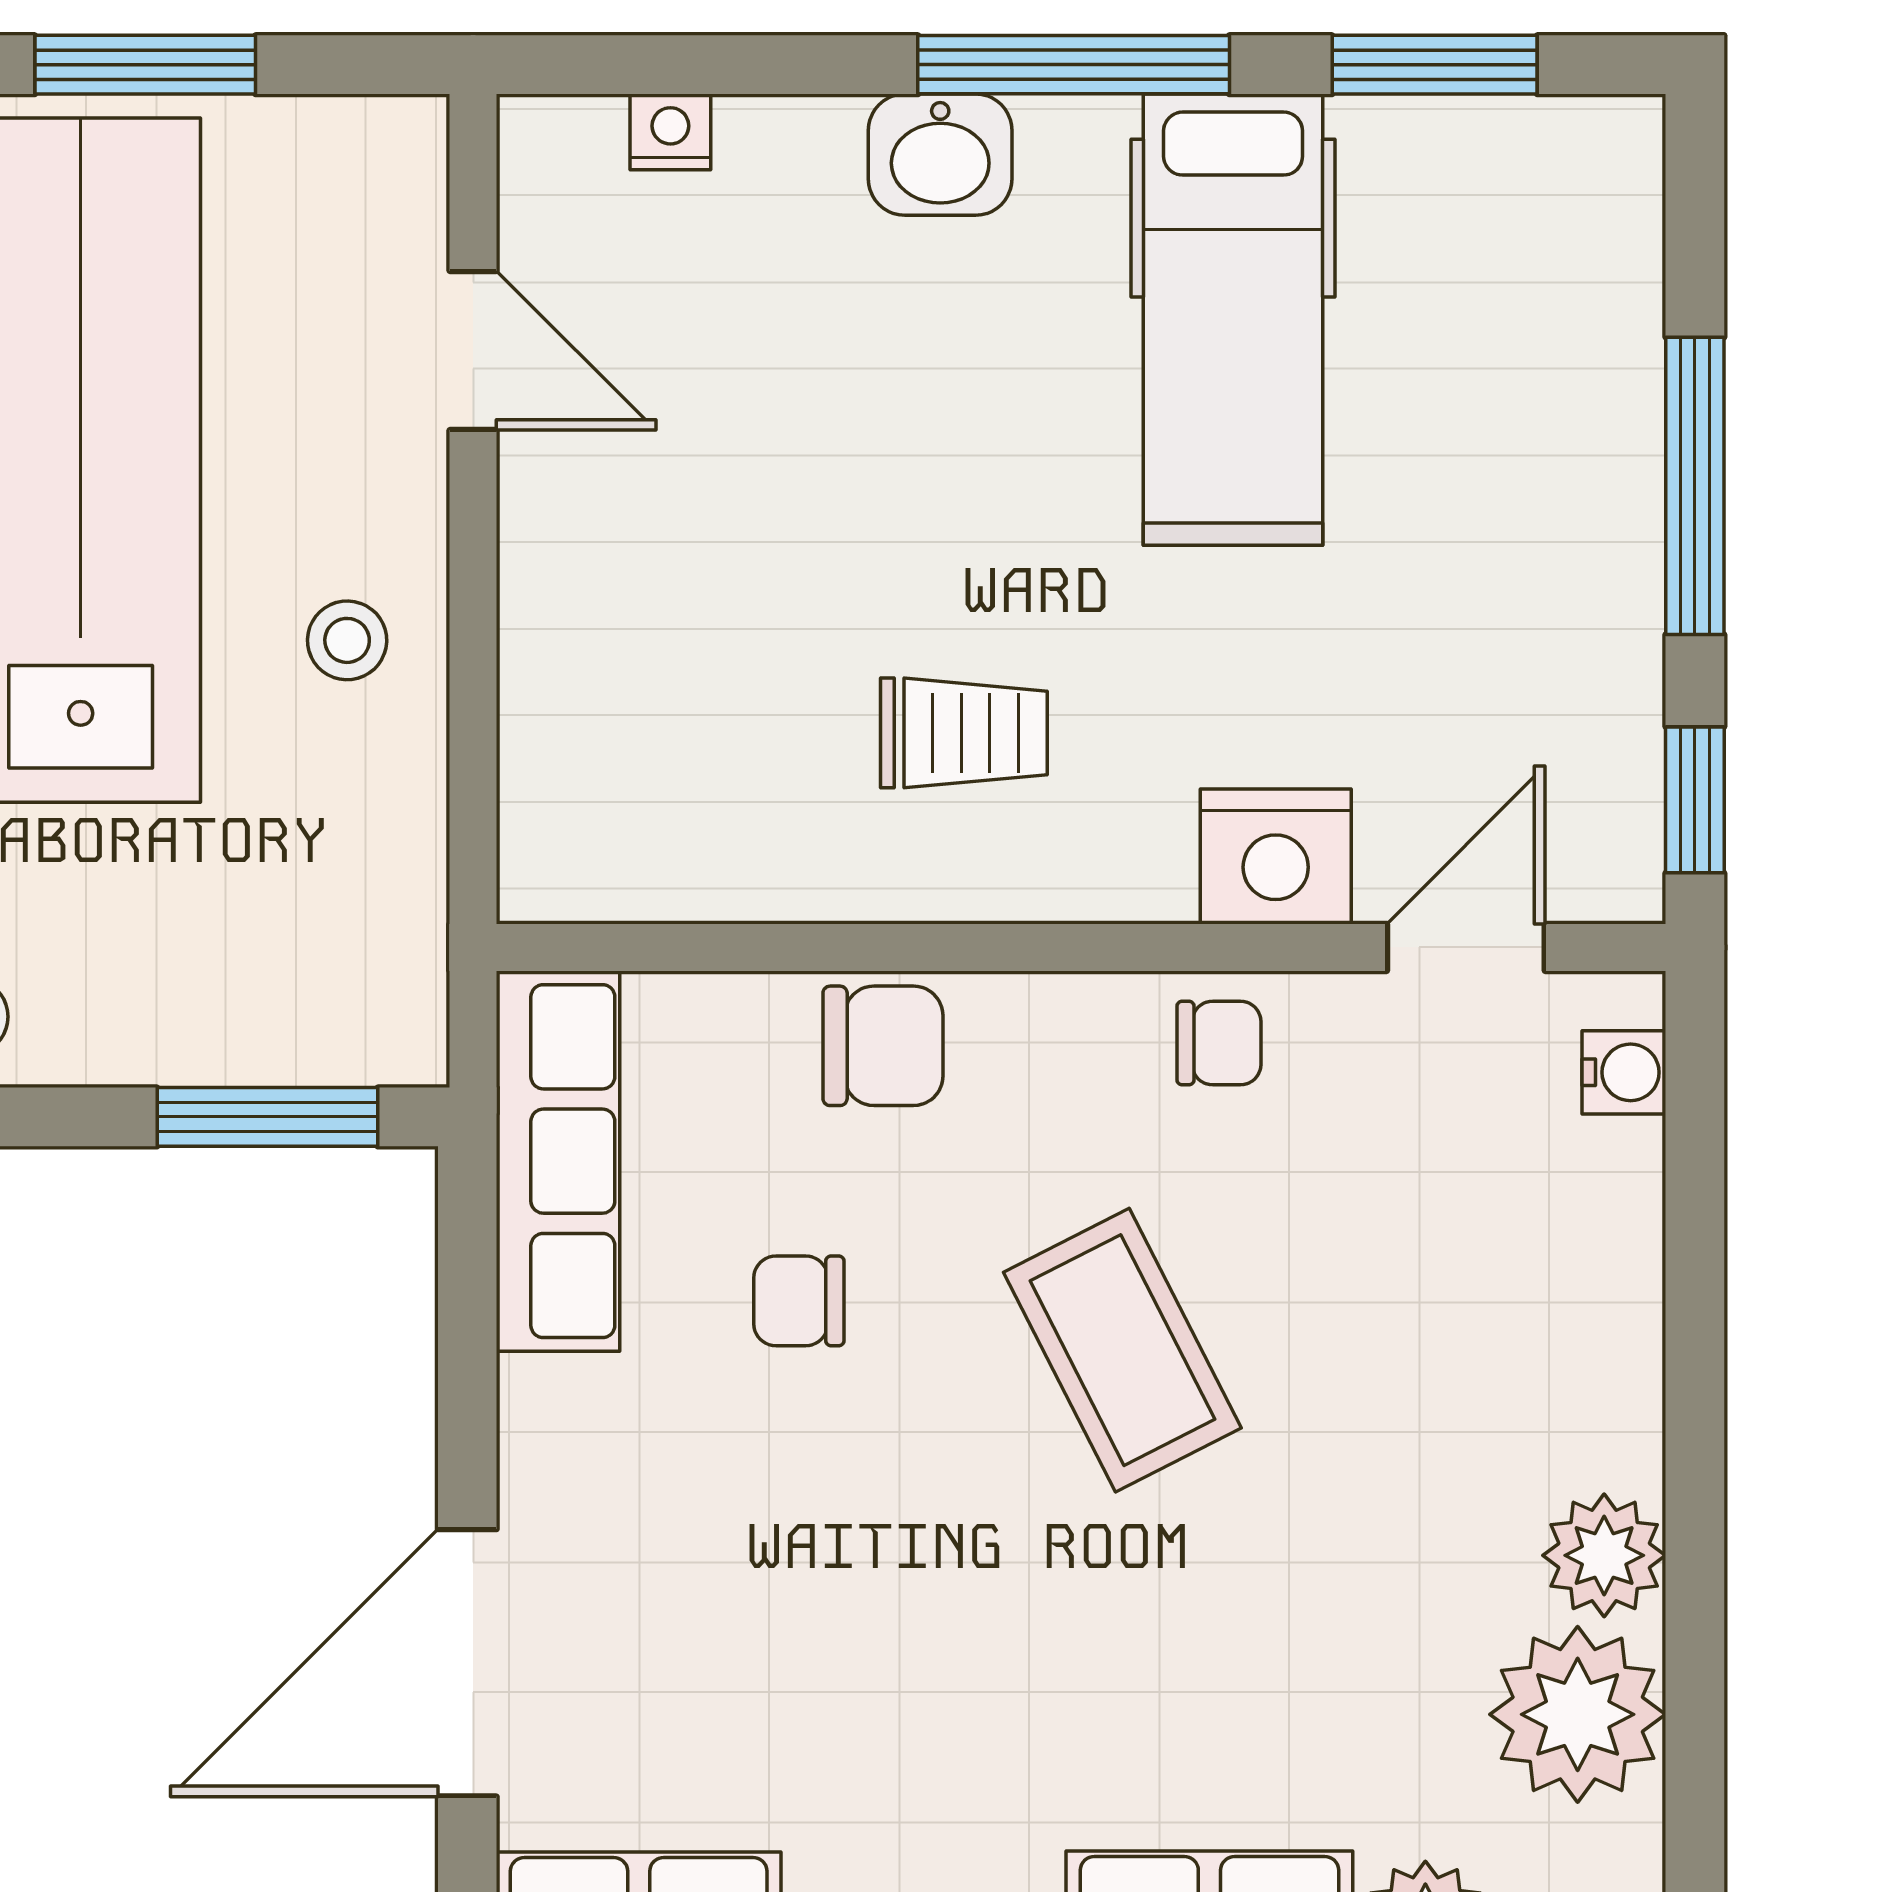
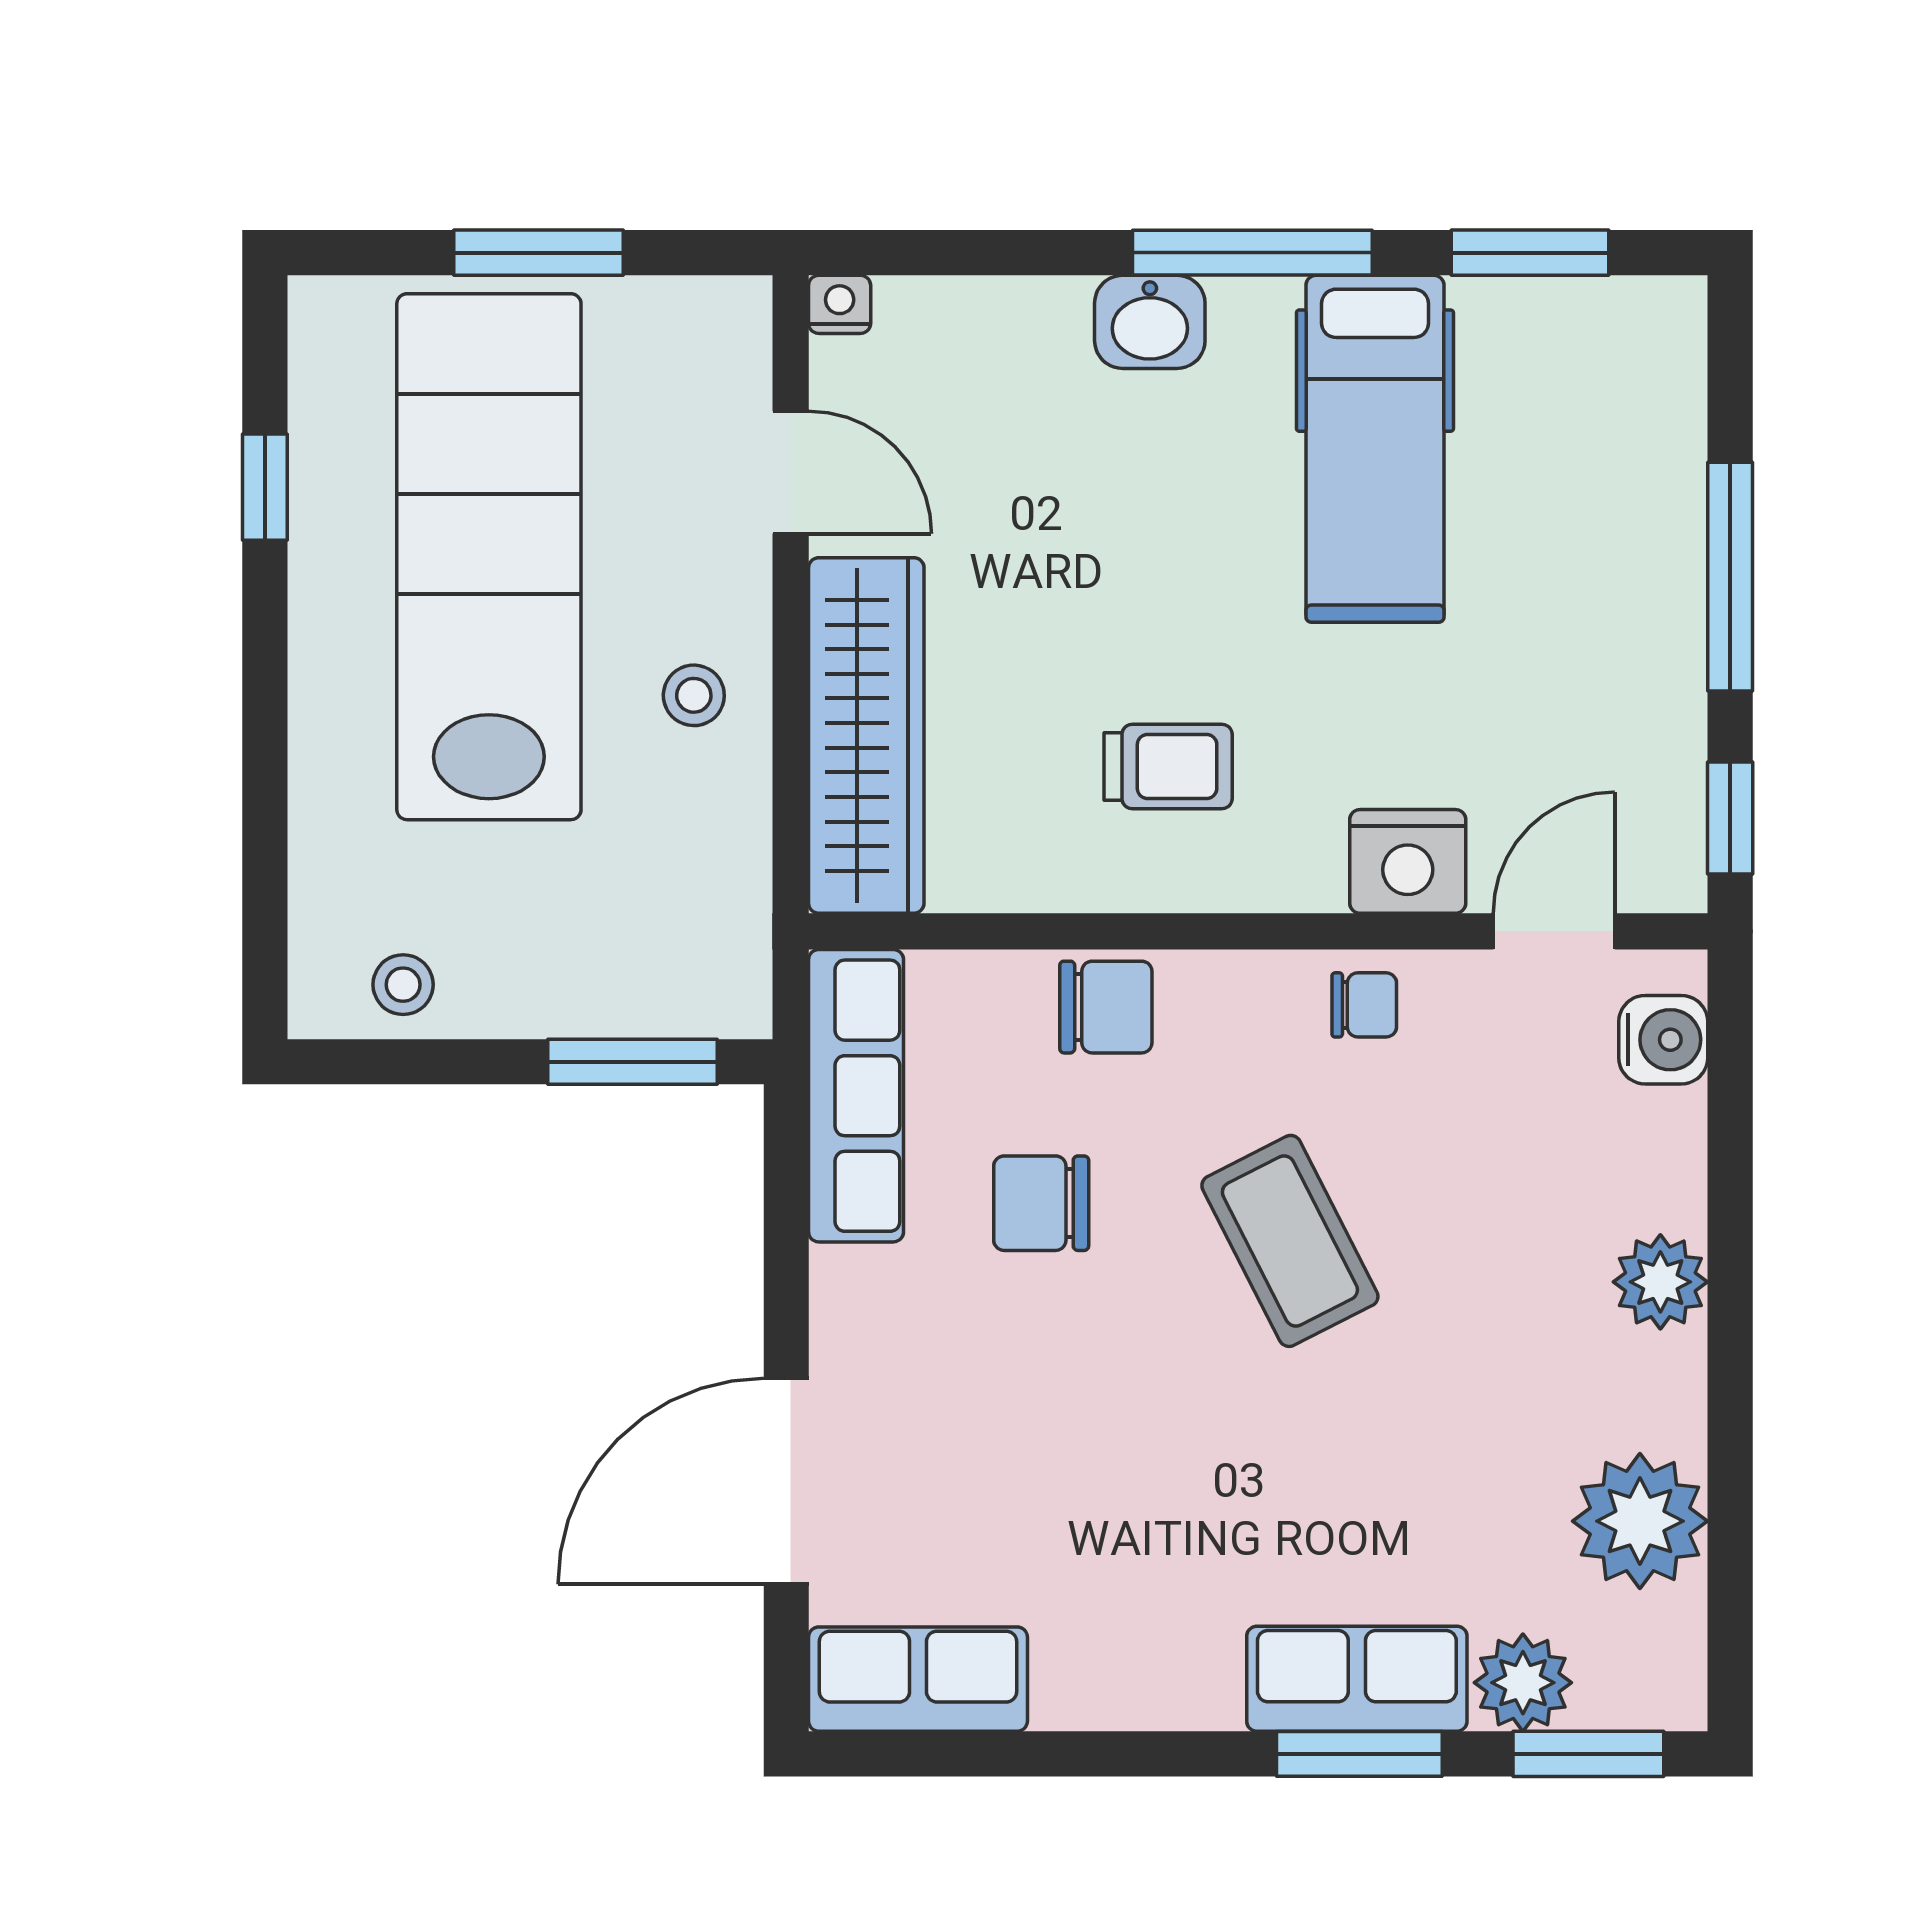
nightstand: (670, 132) -> (840, 304), moved
wardrobe: (571, 693) -> (866, 735), added
water cooler: (1624, 1072) -> (1663, 1040), width x1.38, depth x1.38
chair: (799, 1301) -> (1041, 1203), width x1.37, depth x1.37
plant: (1604, 1555) -> (1660, 1282), moved

